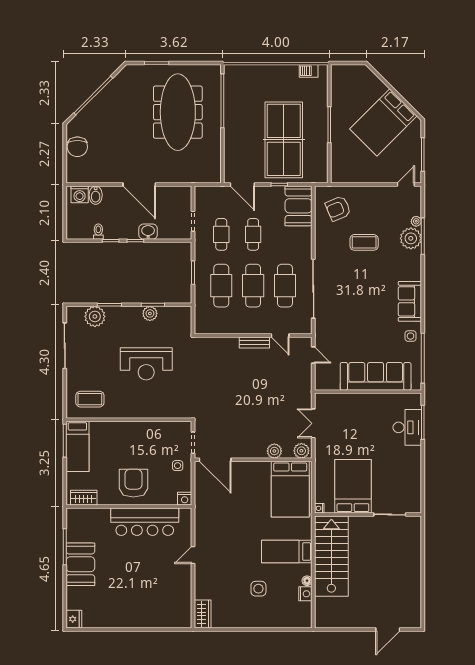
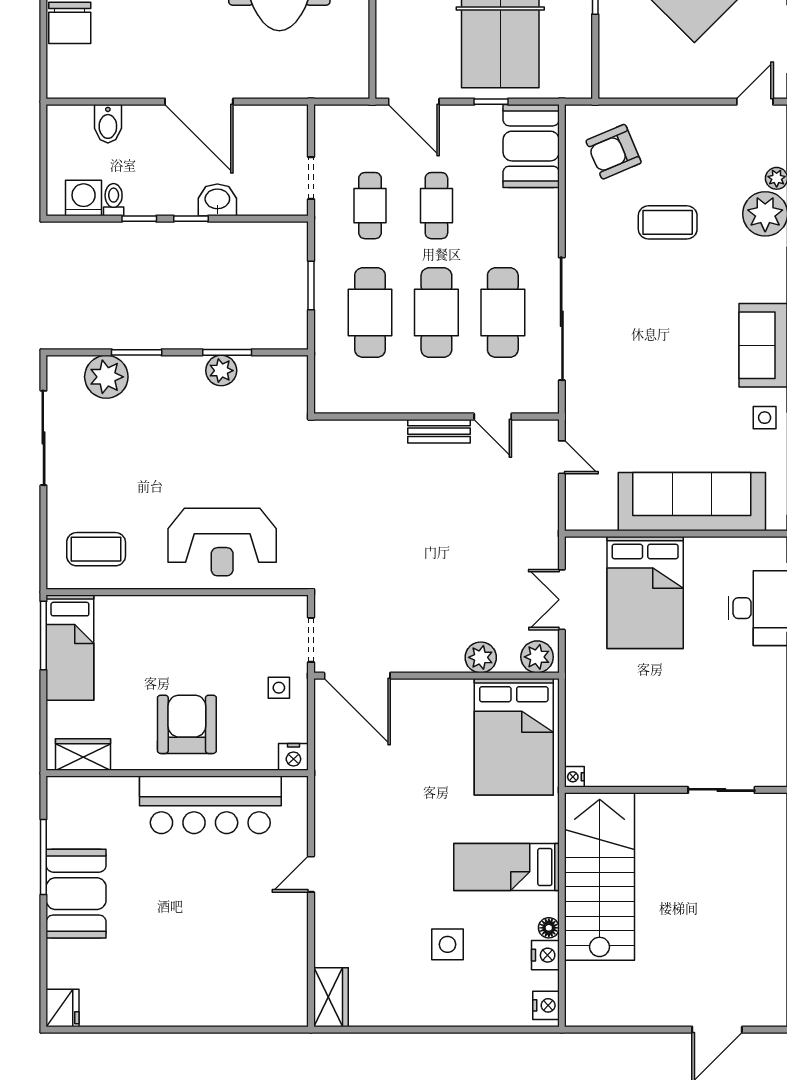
washing machine: (80, 194) -> (84, 198), moved, turned 180
reception desk: (146, 364) -> (222, 542), moved
bed: (353, 486) -> (645, 593), moved, turned 180
nightstand: (306, 618) -> (546, 1005), added

